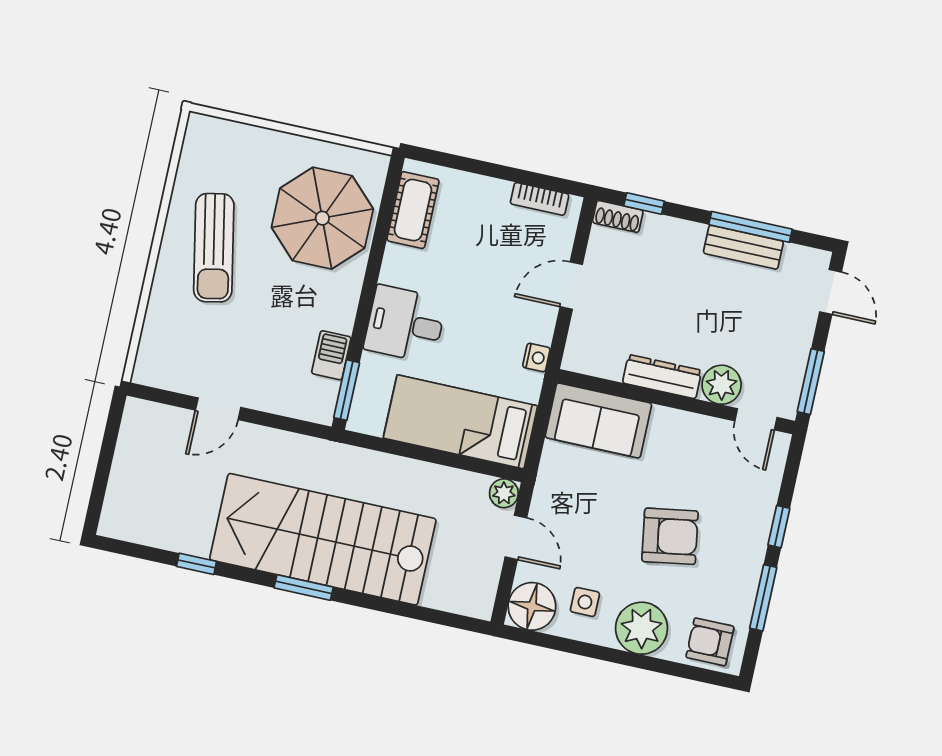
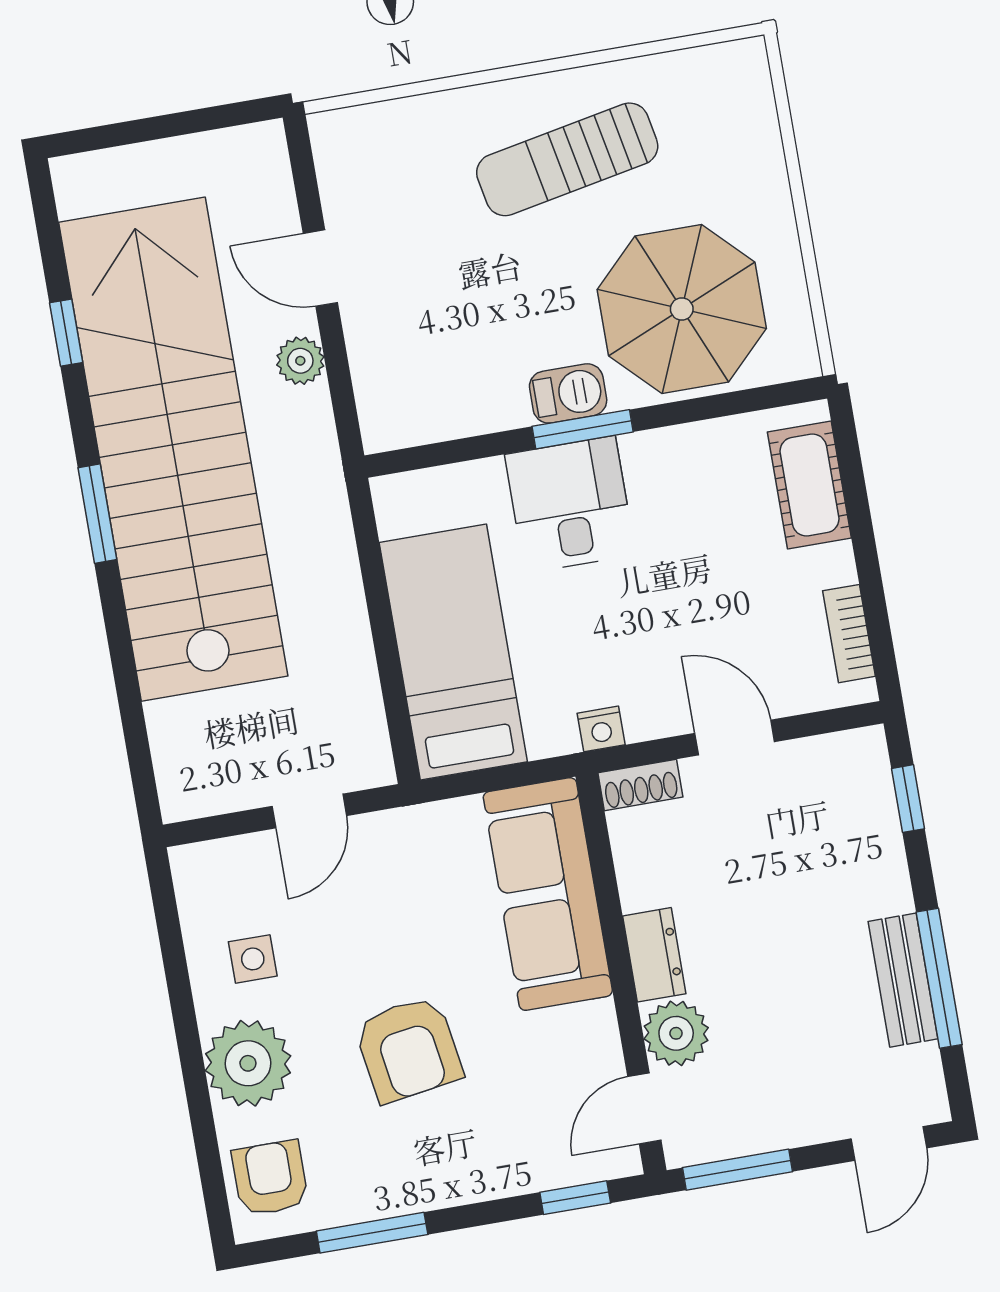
cot: (413, 210) -> (809, 485), moved, turned 90
shoe rack: (618, 216) -> (640, 785), moved, turned -90
barbecue: (331, 355) -> (568, 393), moved
dresser: (662, 377) -> (654, 955), width x0.70
window: (347, 390) -> (583, 429), moved
sofa: (598, 420) -> (548, 894), width x1.36
plant: (504, 493) -> (300, 361), moved
window: (779, 527) -> (575, 1198), moved
stairs: (323, 539) -> (173, 449), width x1.36
floor lamp: (532, 606) -> (213, 880), removed

